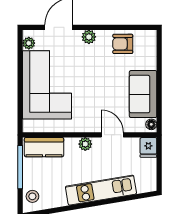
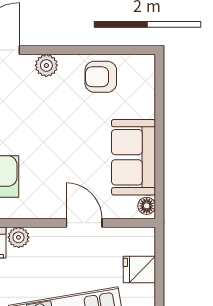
plant: (85, 144) -> (19, 237), moved
fridge: (148, 147) -> (139, 269), moved, turned 90

